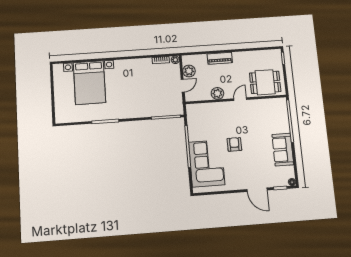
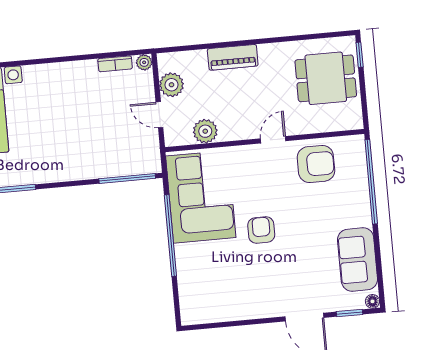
dining table: (265, 82) -> (326, 78), moved
door: (183, 86) -> (159, 115), swing flipped
plant: (217, 93) -> (205, 131), moved
armchair: (262, 112) -> (316, 164), added
sofa: (283, 150) -> (358, 259), moved
corner sofa: (207, 163) -> (201, 197), moved

